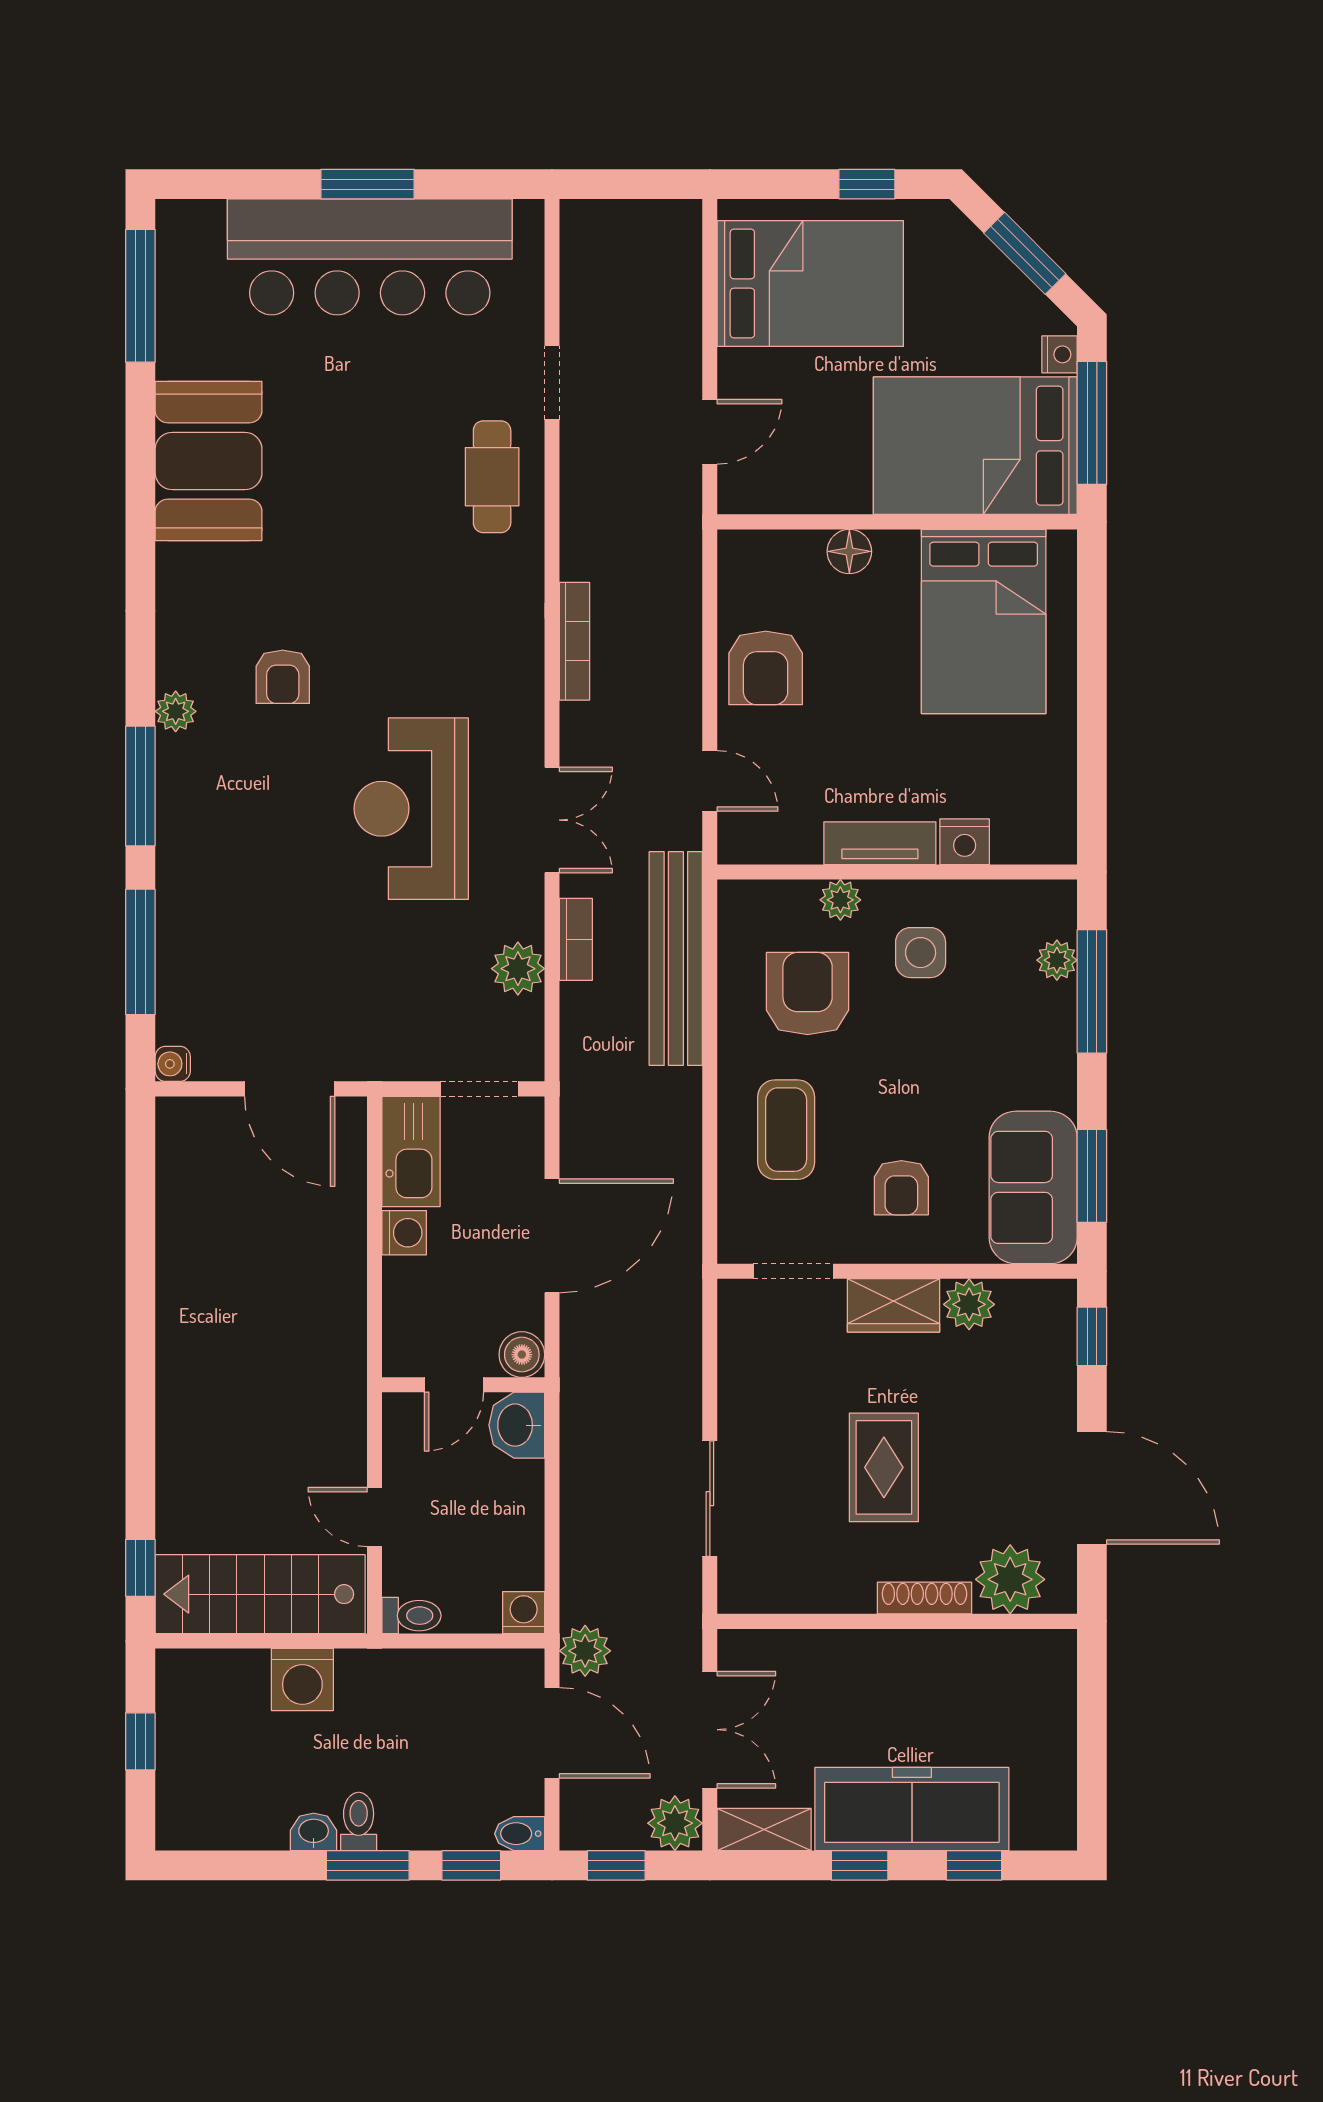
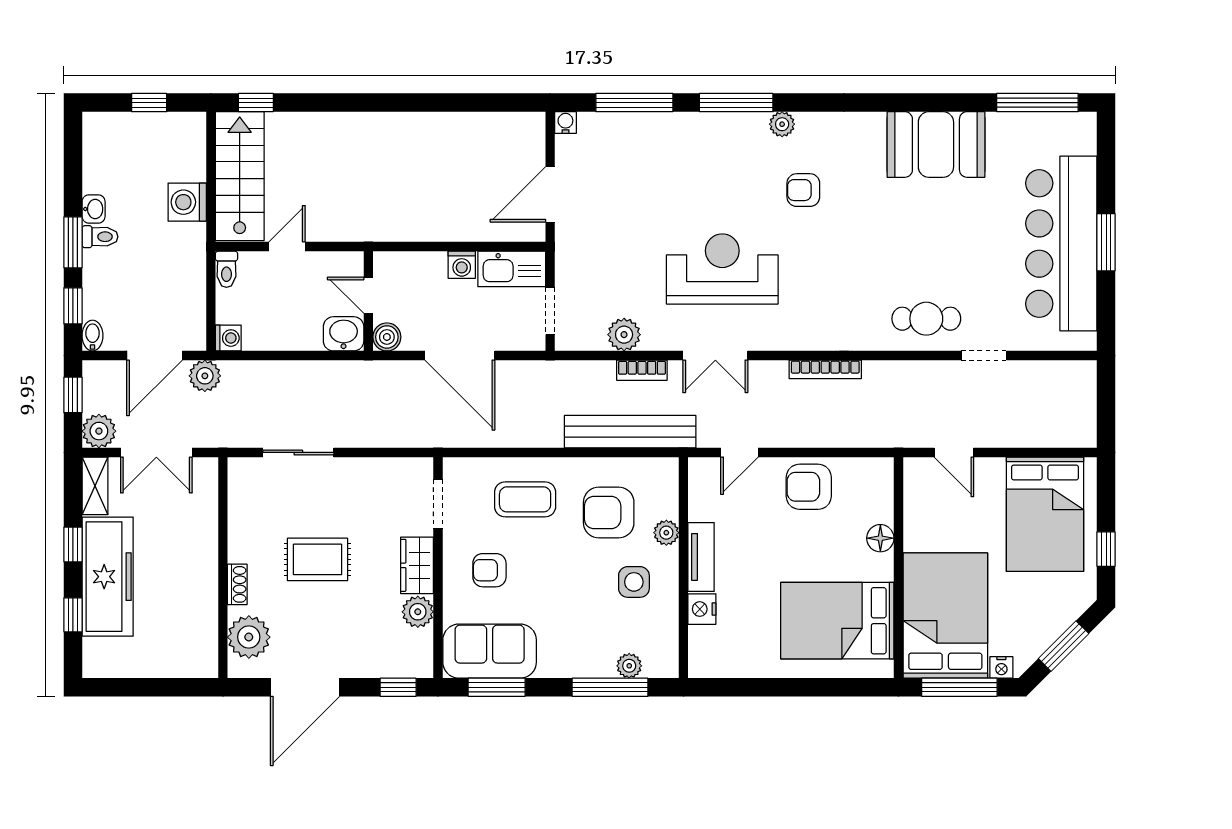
armchair: (808, 994) -> (609, 513), turned 180
shoe rack: (924, 1598) -> (237, 584), width x0.70

